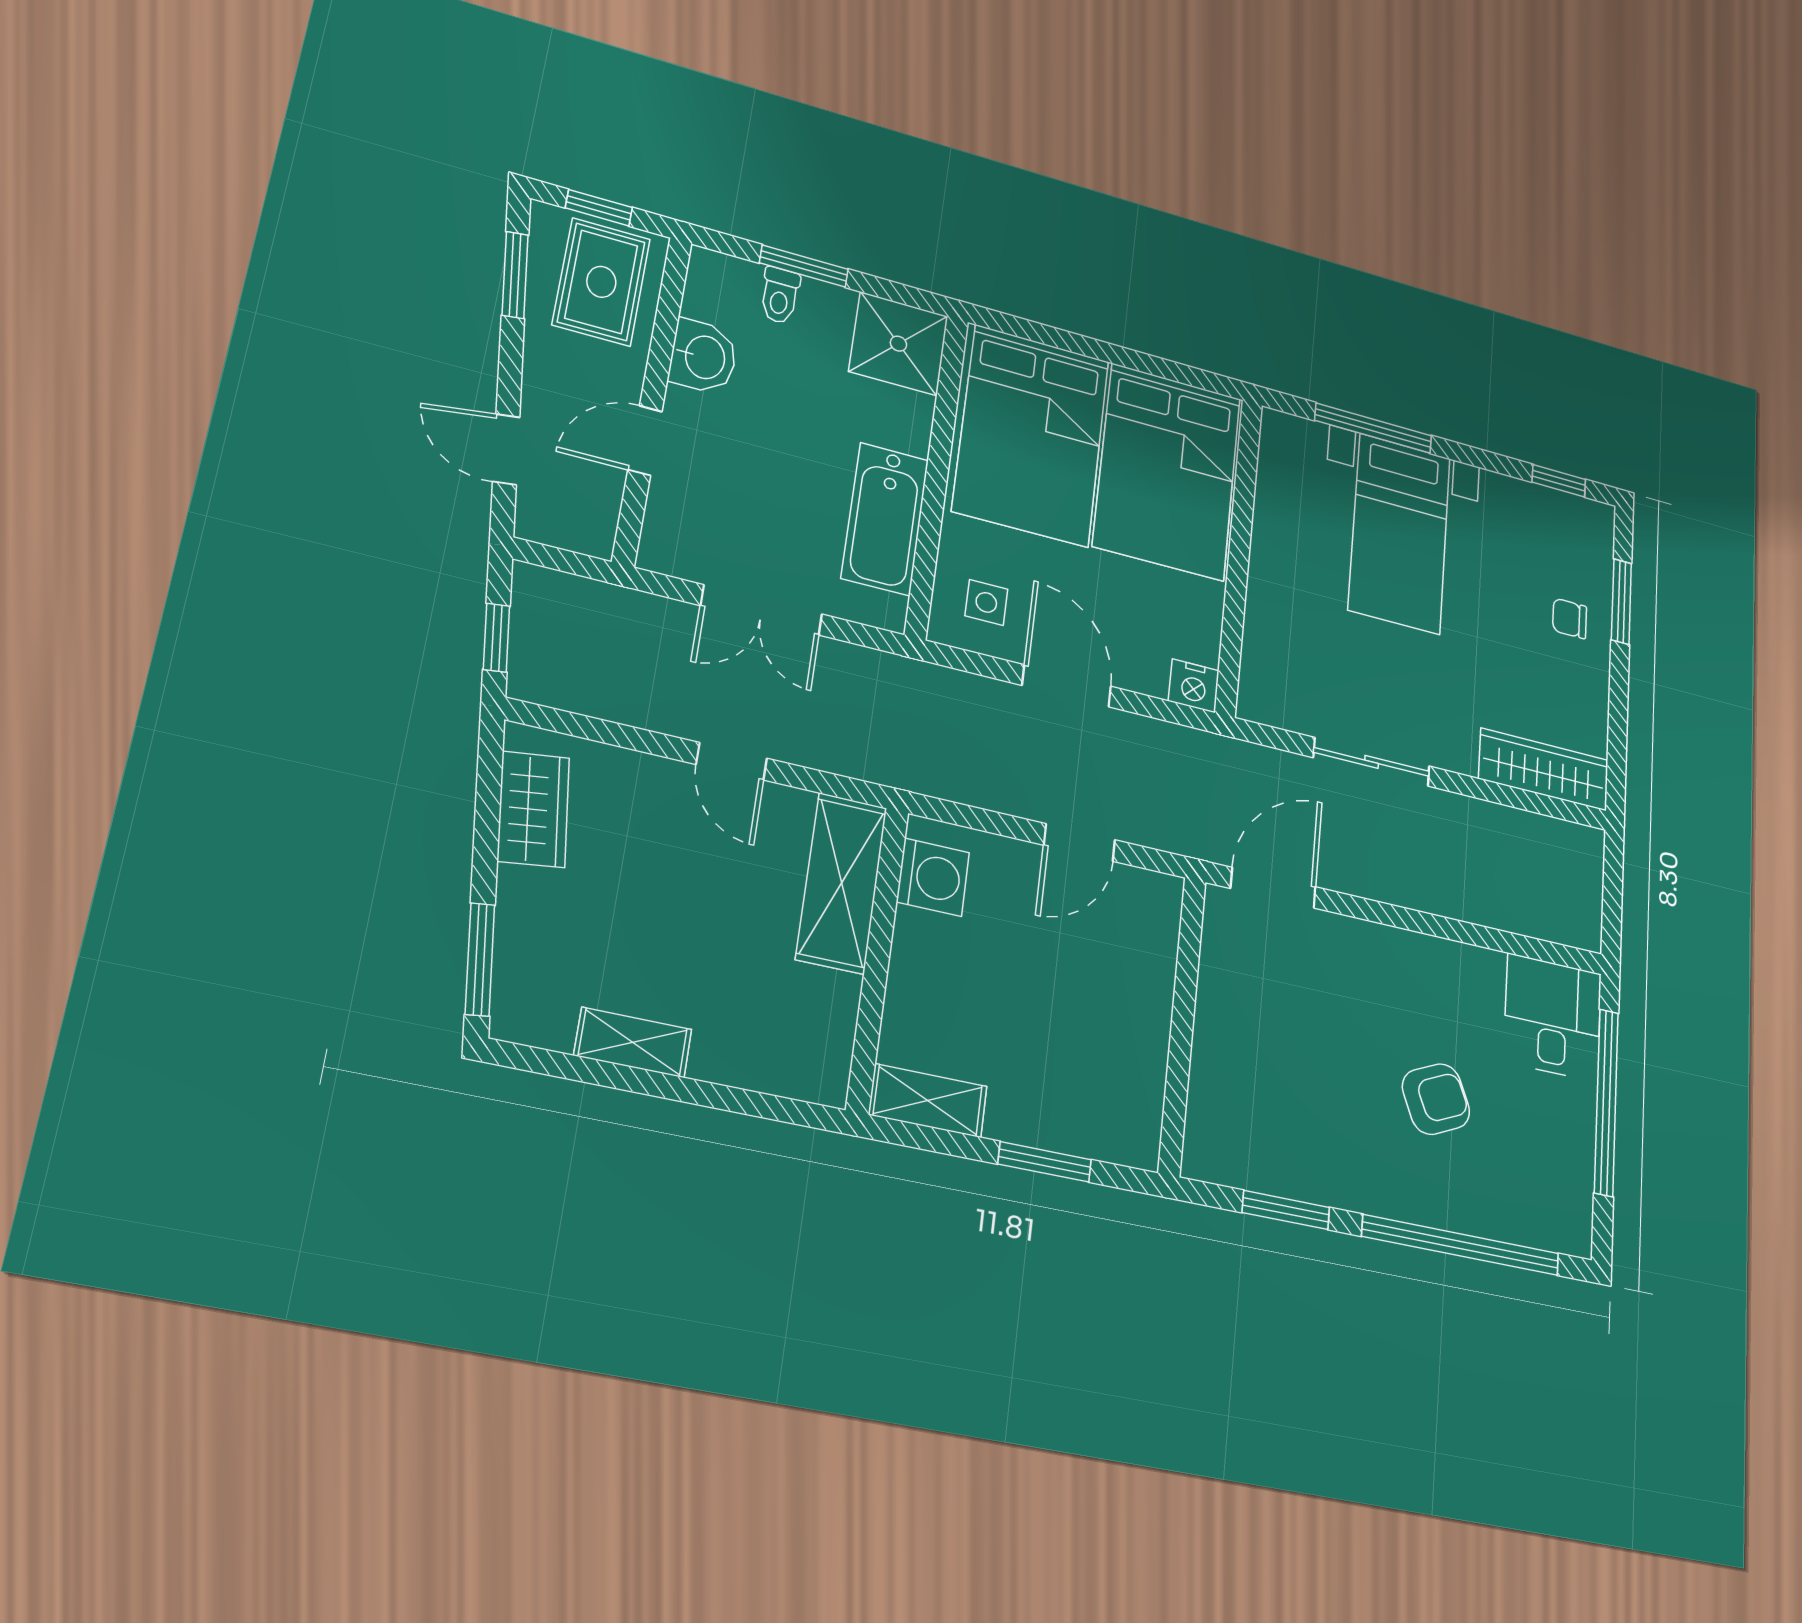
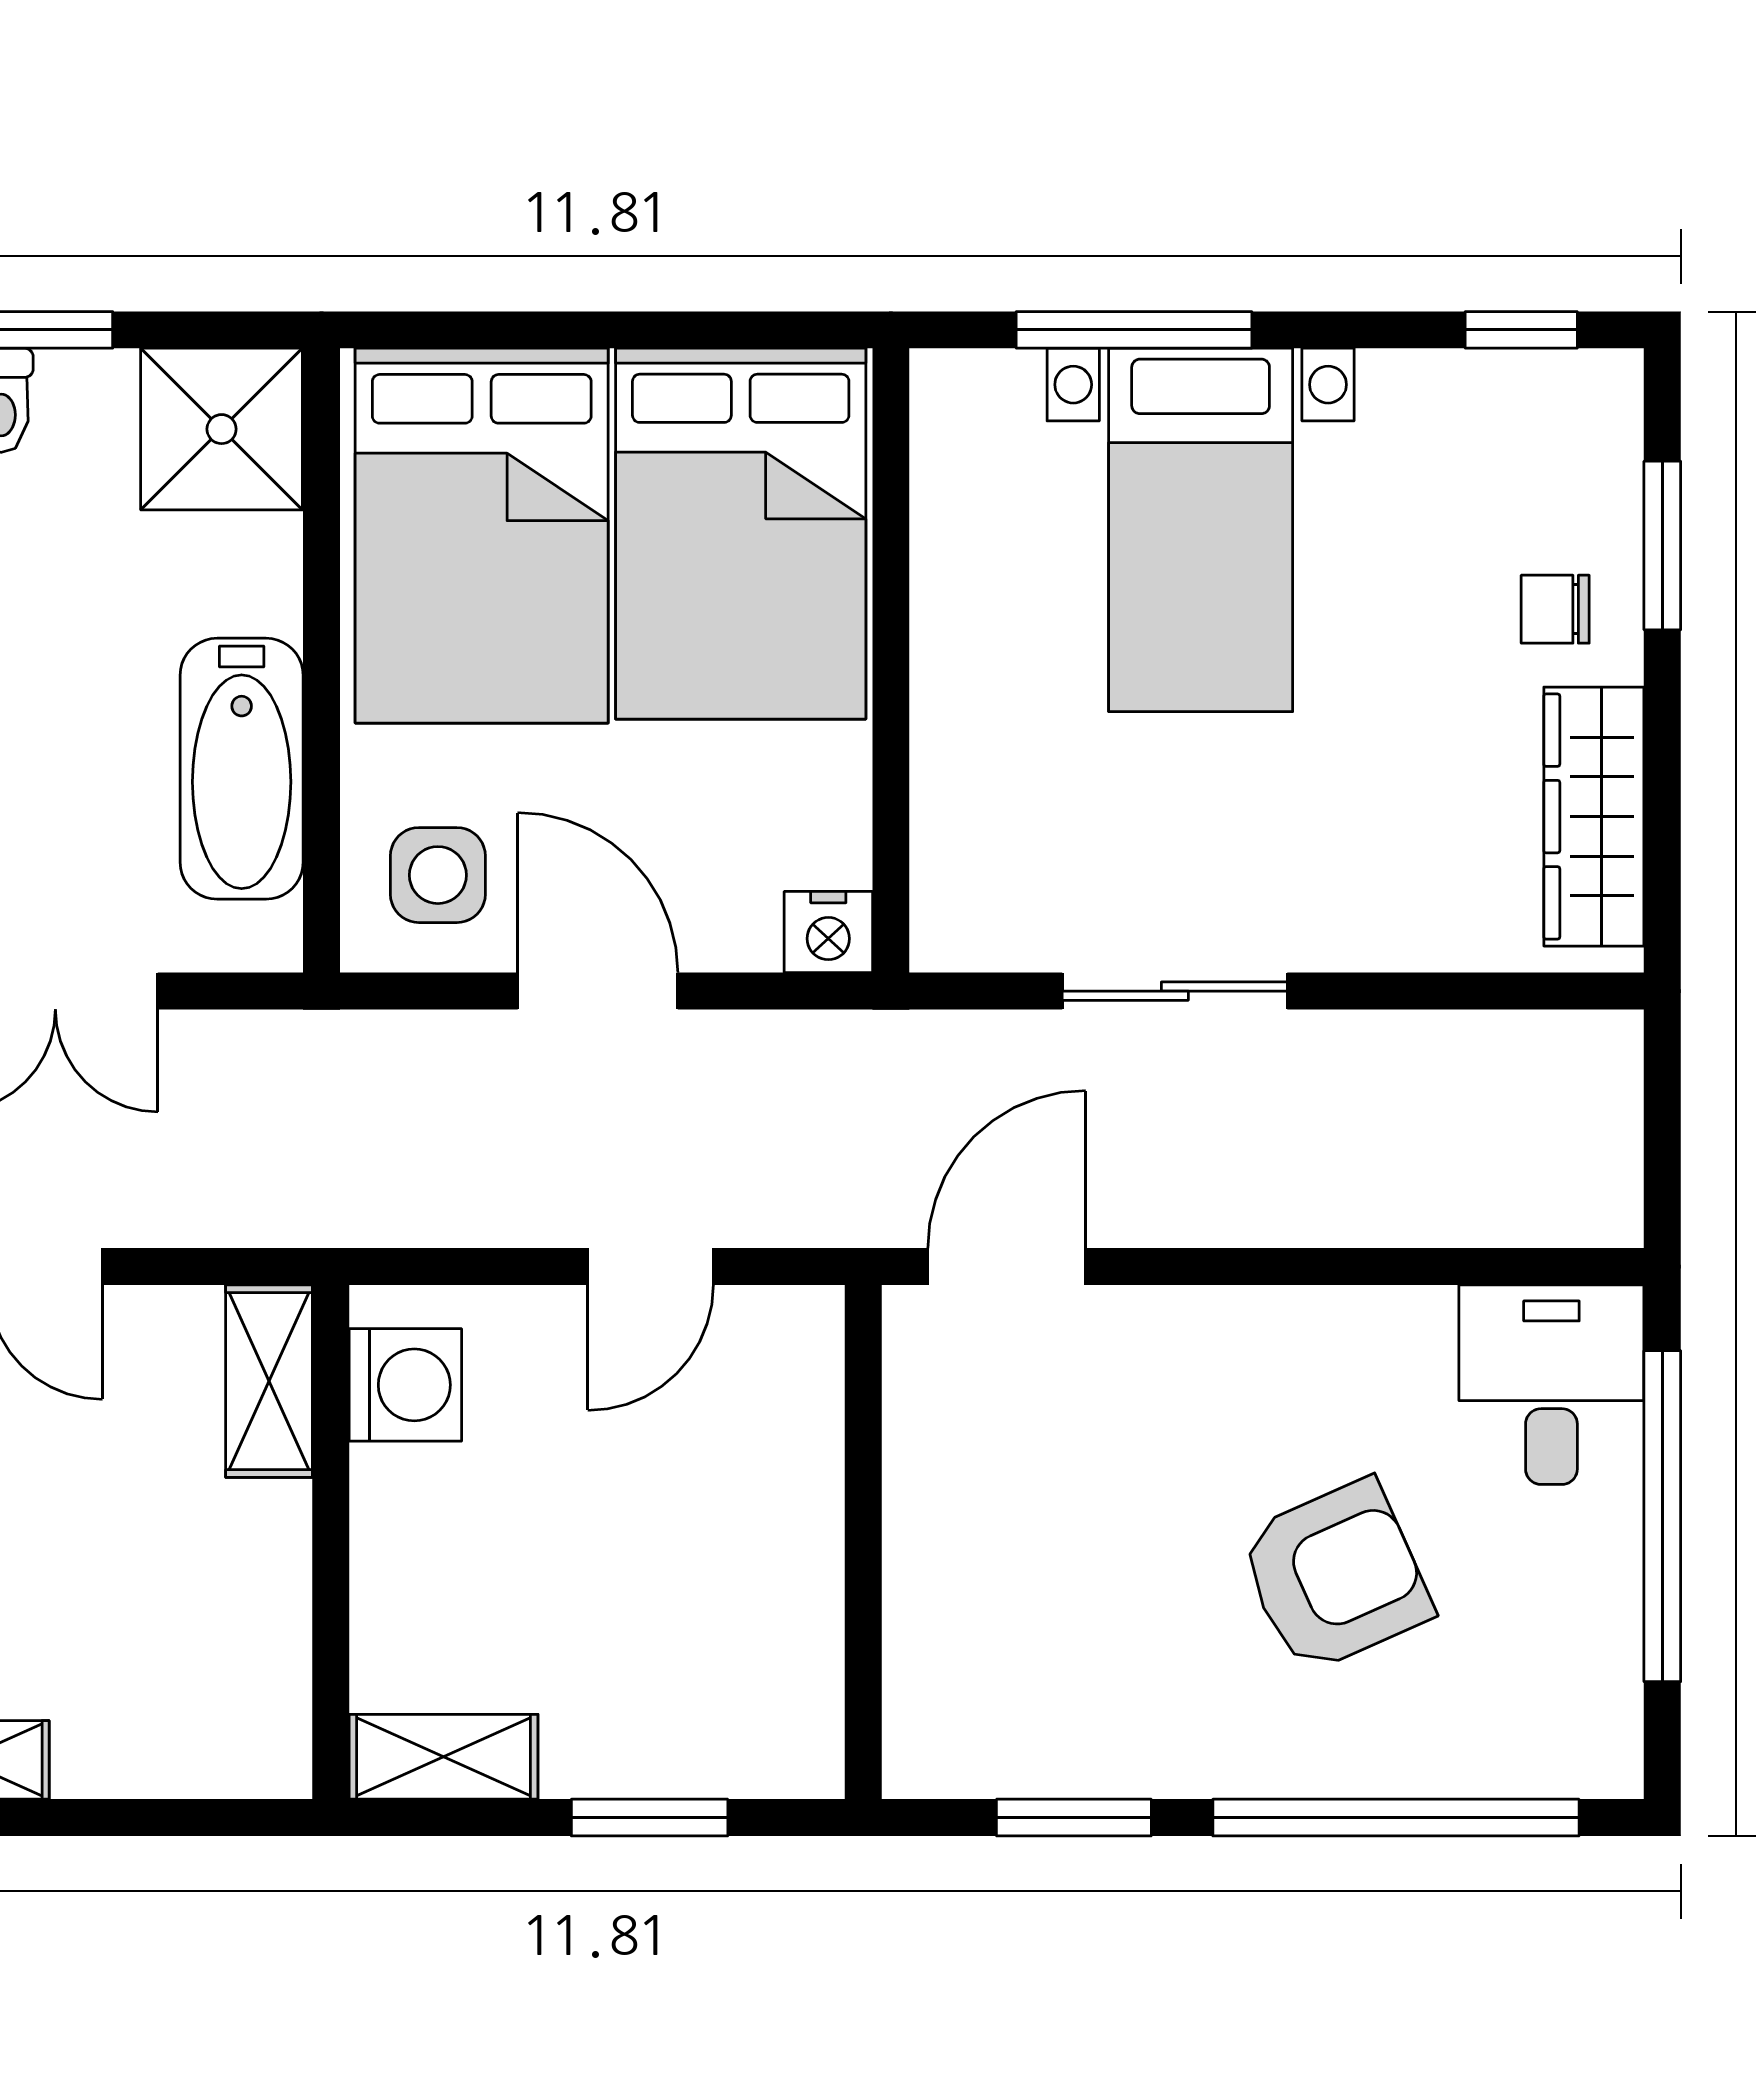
side table: (986, 602) -> (438, 875), width x1.37, depth x1.37
wardrobe: (1544, 769) -> (1594, 817), moved, turned -90
shelving: (842, 883) -> (269, 1381), width x0.67, depth x0.75
armchair: (1436, 1099) -> (1335, 1576), width x1.38, depth x1.38

